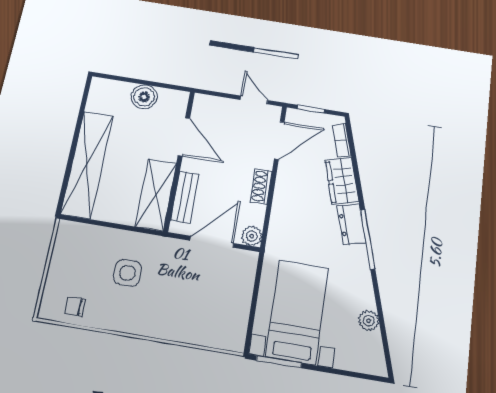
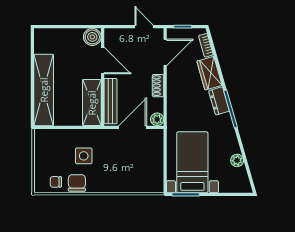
boiler: (144, 97) -> (92, 37), moved
bench: (185, 197) -> (110, 101), width x1.36
chair: (108, 314) -> (77, 183), added

